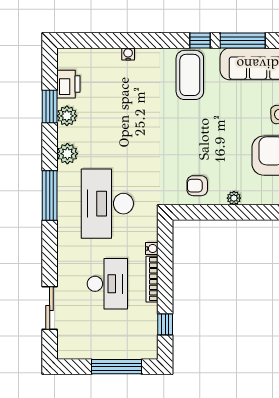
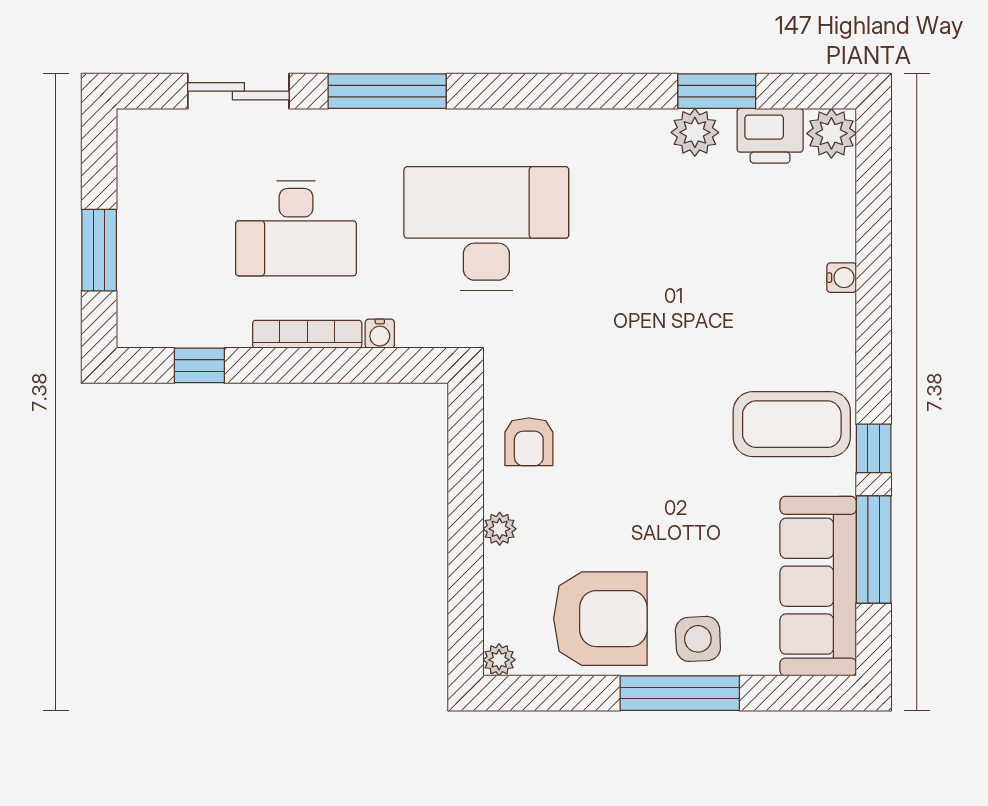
plant: (67, 154) -> (831, 133), moved
armchair: (197, 186) -> (529, 442), turned 180
window: (50, 195) -> (387, 91), moved
window: (116, 367) -> (99, 250), width x0.69

